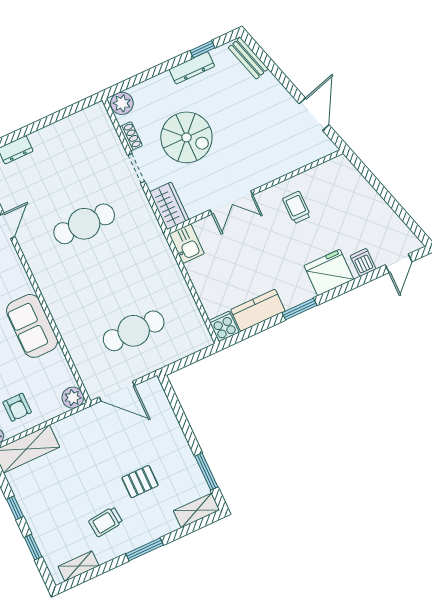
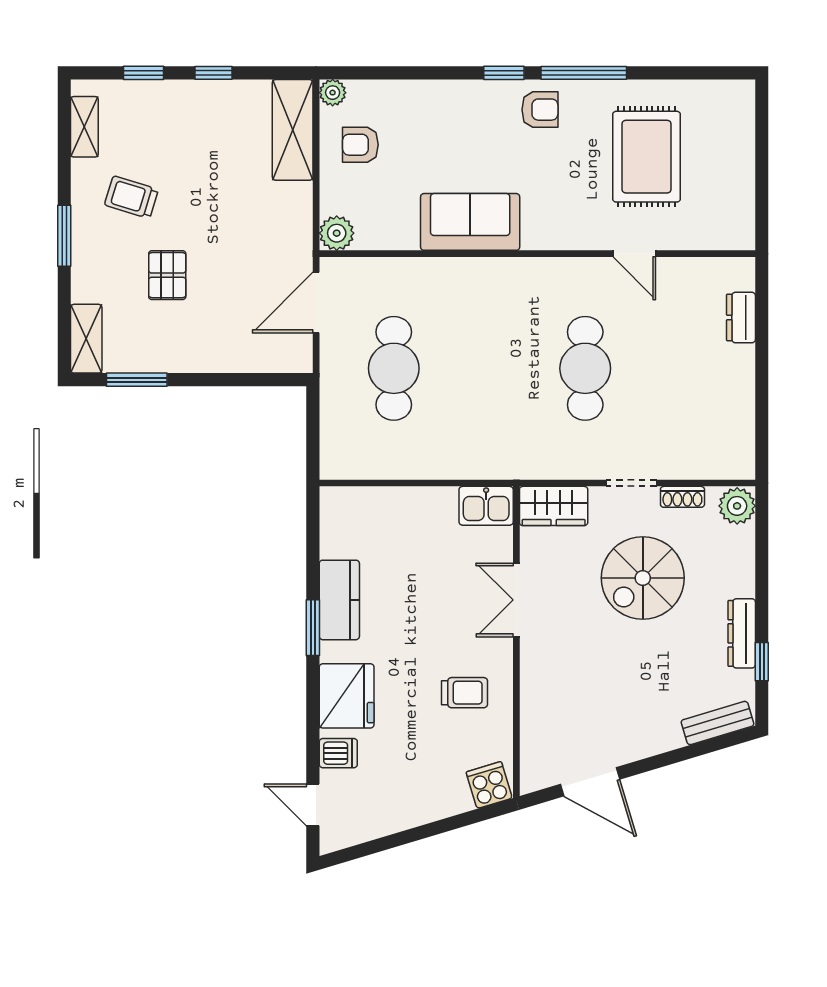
kitchen counter: (258, 310) -> (339, 600), moved
cooker: (224, 326) -> (489, 785), moved, turned -107
trolley: (106, 522) -> (131, 197), turned -67

